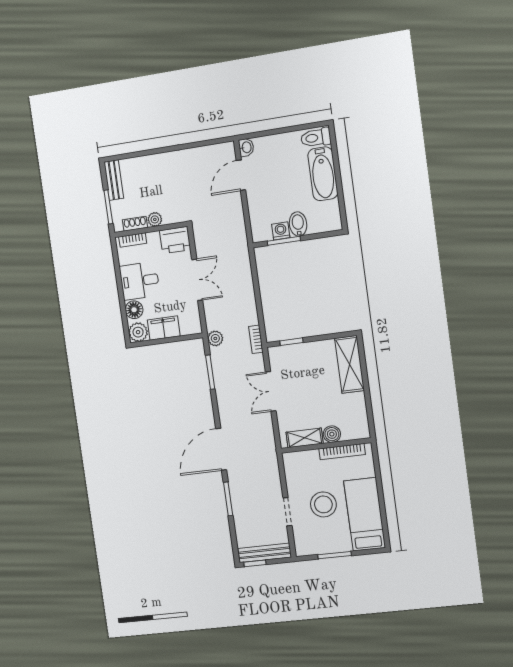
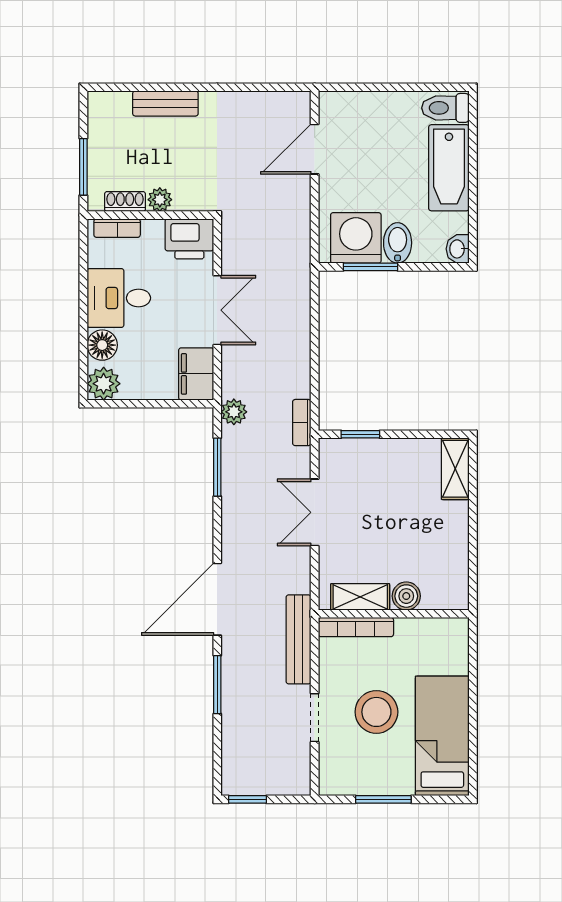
washbasin: (246, 147) -> (458, 249), moved, turned 180
bench: (114, 180) -> (165, 104), moved, turned 90
washing machine: (281, 231) -> (356, 238), width x1.89, depth x1.89
filing cabinet: (164, 328) -> (196, 374), moved, turned -90
shelving: (350, 364) -> (455, 469), width x0.67, depth x0.75
bookcase: (342, 452) -> (356, 627), moved
bench: (265, 553) -> (299, 639), moved, turned 90

